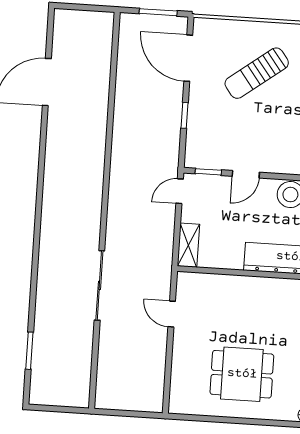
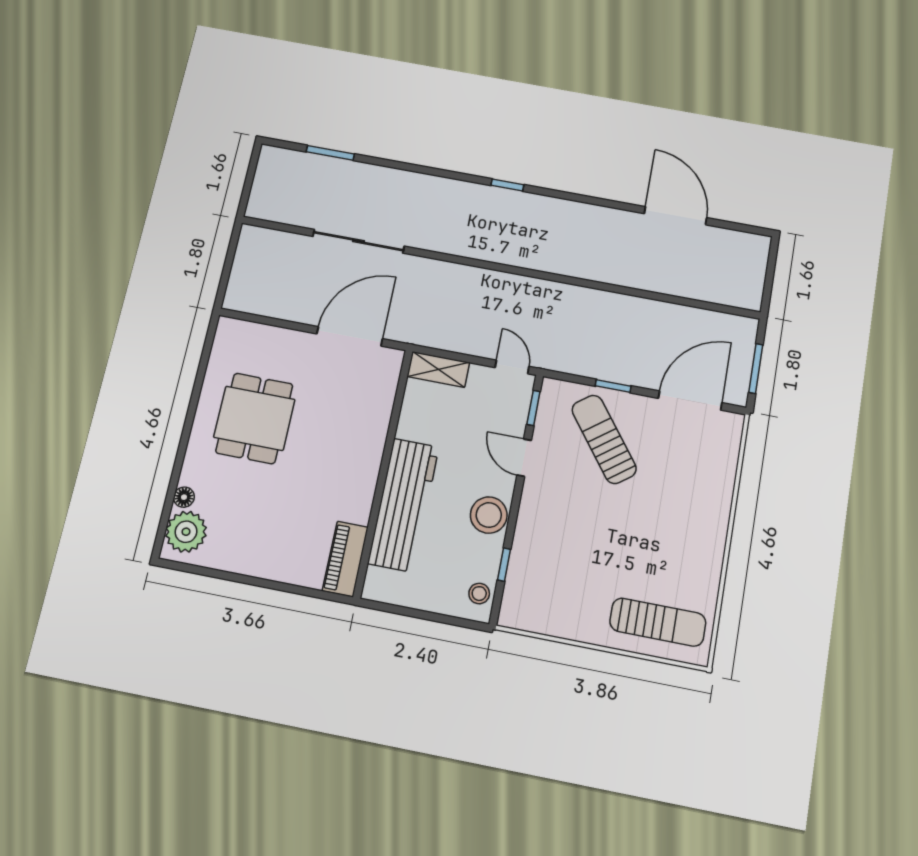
sun lounger: (257, 73) -> (604, 439), moved
window: (38, 212) -> (507, 185), added
sliding door: (99, 285) -> (359, 241), moved
door: (172, 314) -> (350, 336), width x1.88

